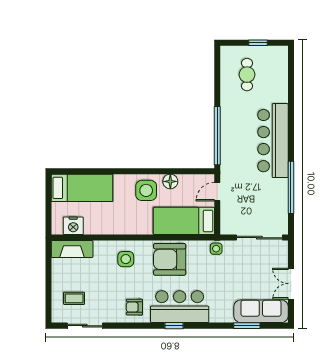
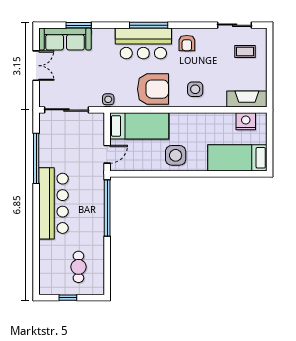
floor lamp: (170, 181) -> (152, 164), removed
armchair: (134, 307) -> (187, 43), turned 90
window: (174, 326) -> (149, 25), width x2.17

